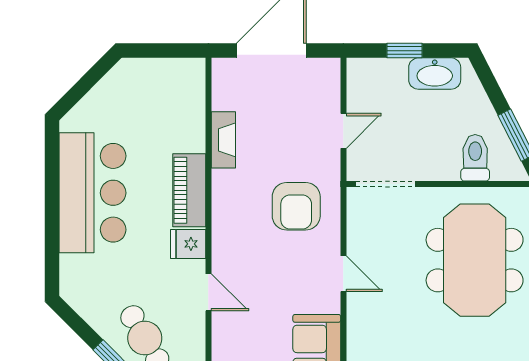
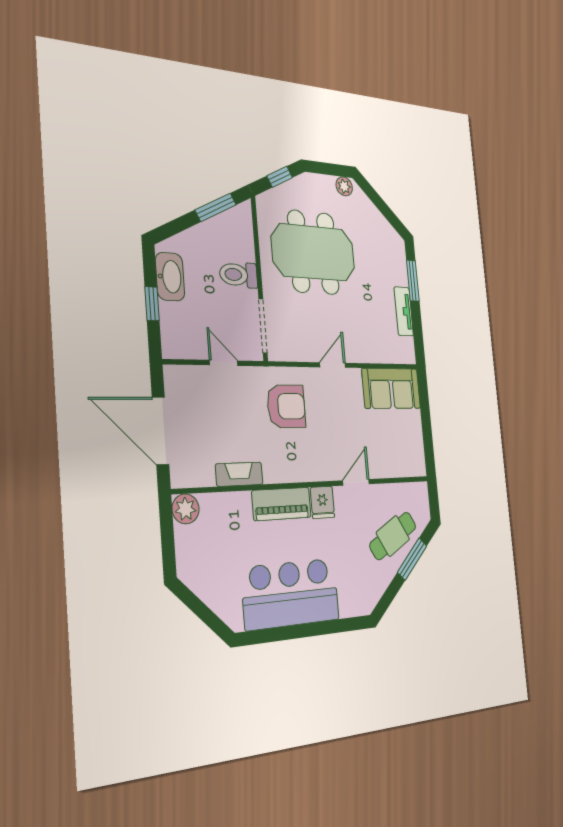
plant: (190, 73) -> (186, 509), added
toilet: (475, 158) -> (239, 275), moved

